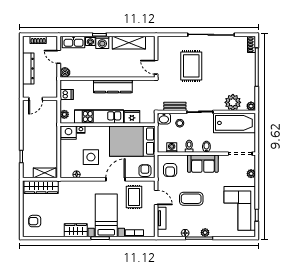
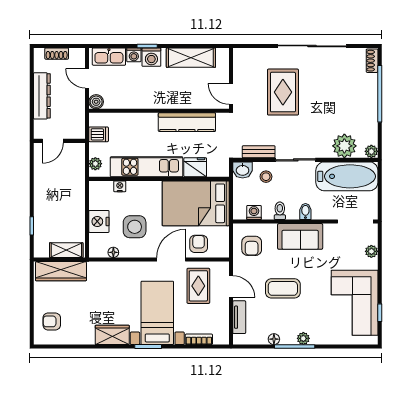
kitchen counter: (113, 86) -> (187, 122), moved
nightstand: (68, 133) -> (99, 221), moved, turned -90
armchair: (145, 171) -> (199, 244), moved

